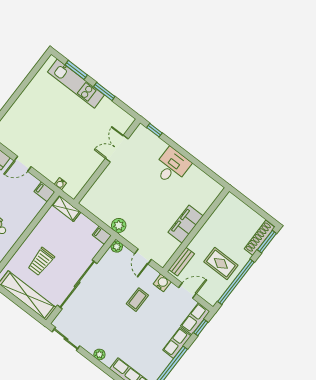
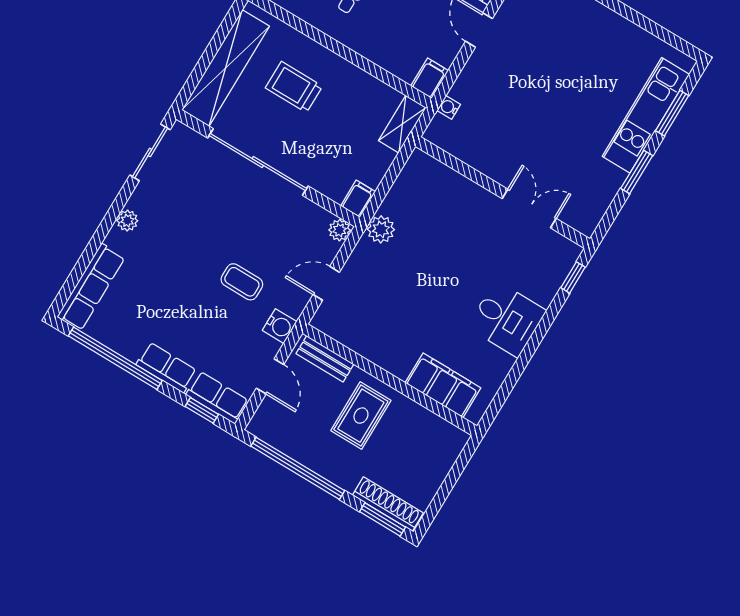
filing cabinet: (186, 224) -> (443, 385), moved
rug: (221, 263) -> (361, 416), moved

